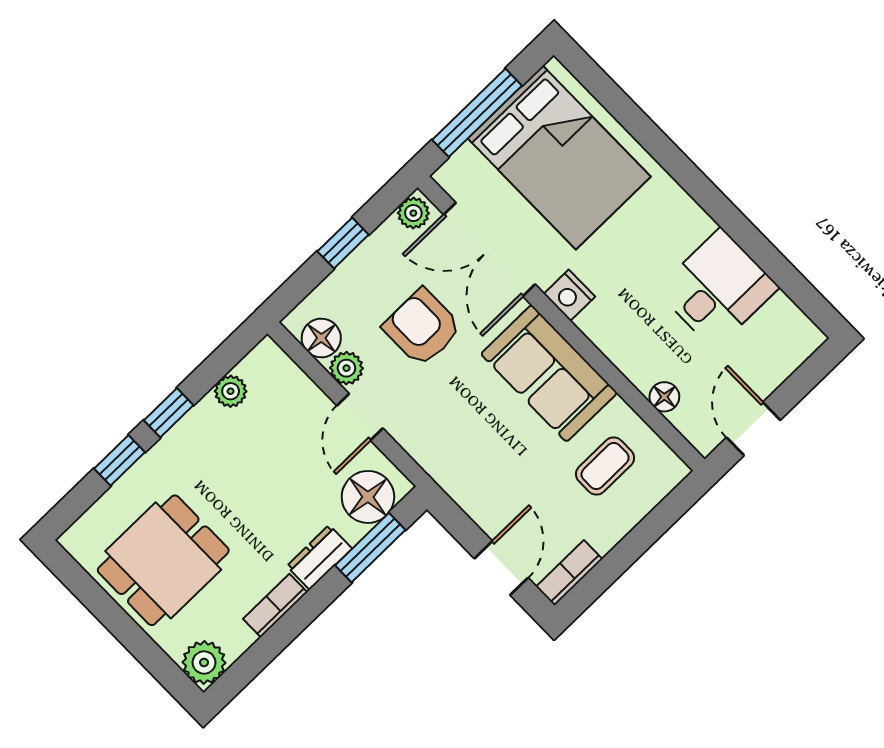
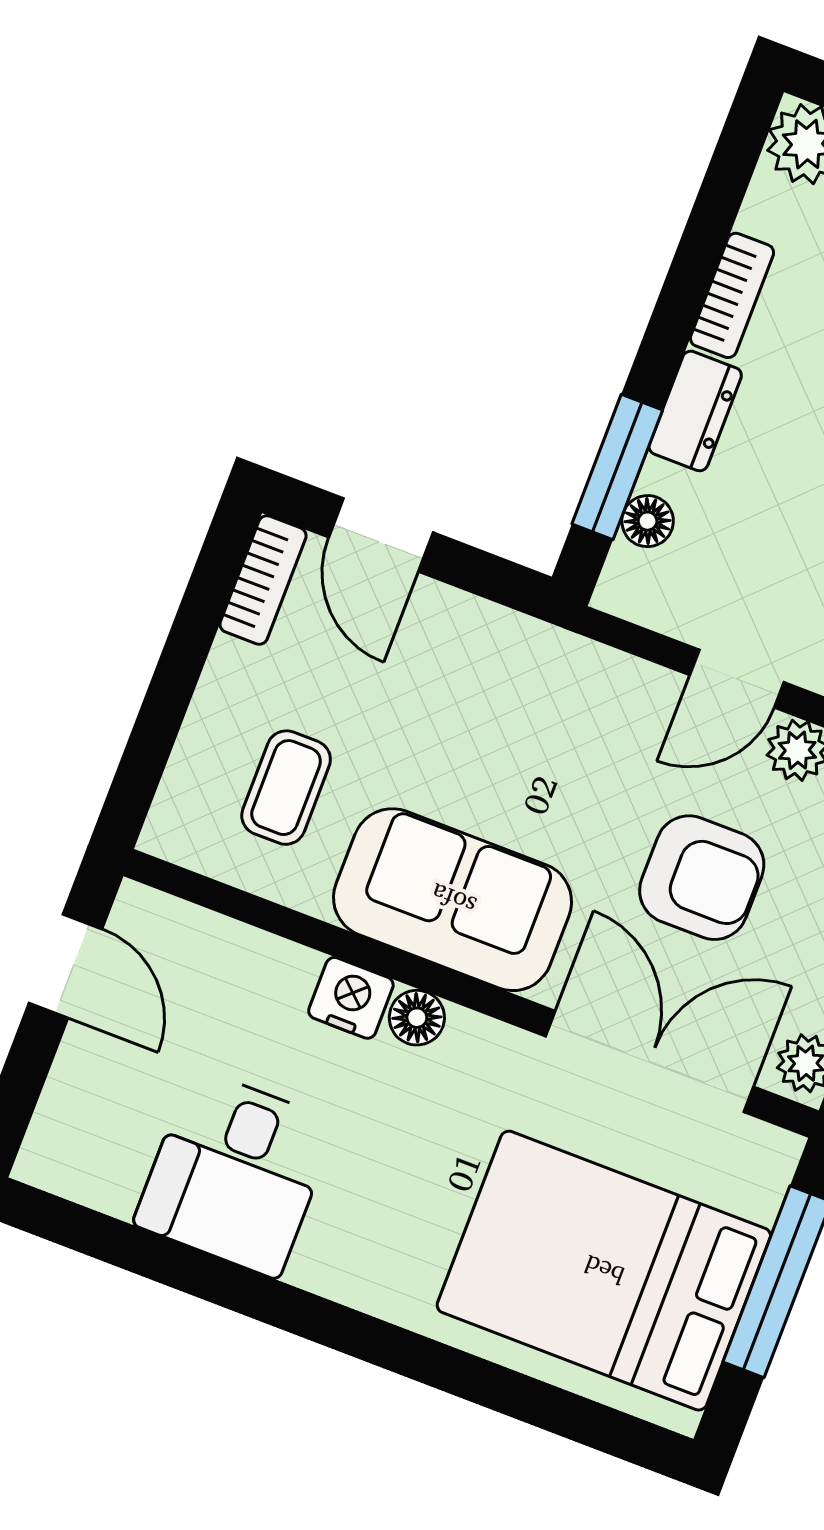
nightstand: (569, 295) -> (351, 998), moved
floor lamp: (664, 397) -> (417, 1018), moved
door: (360, 417) -> (737, 679), swing flipped
floor lamp: (368, 497) -> (648, 521), width x0.53, depth x0.53

